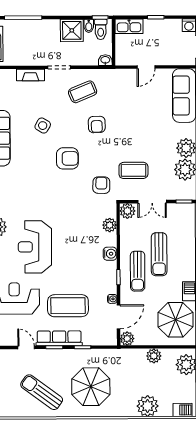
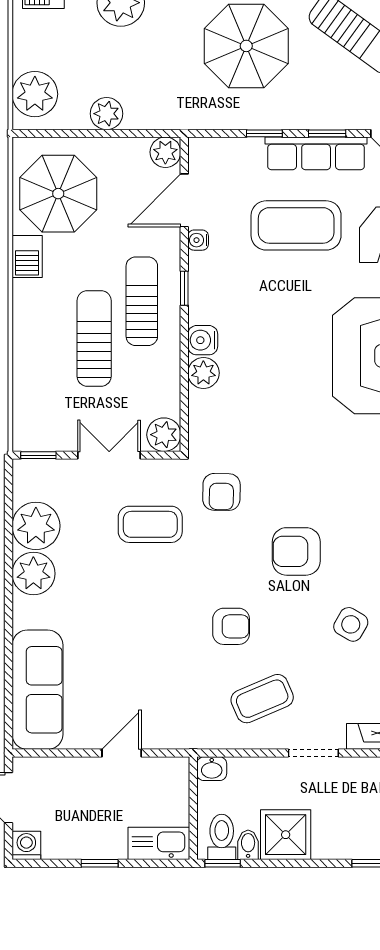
armchair: (97, 124) -> (231, 626), turned 92
plant: (110, 225) -> (203, 373), moved

